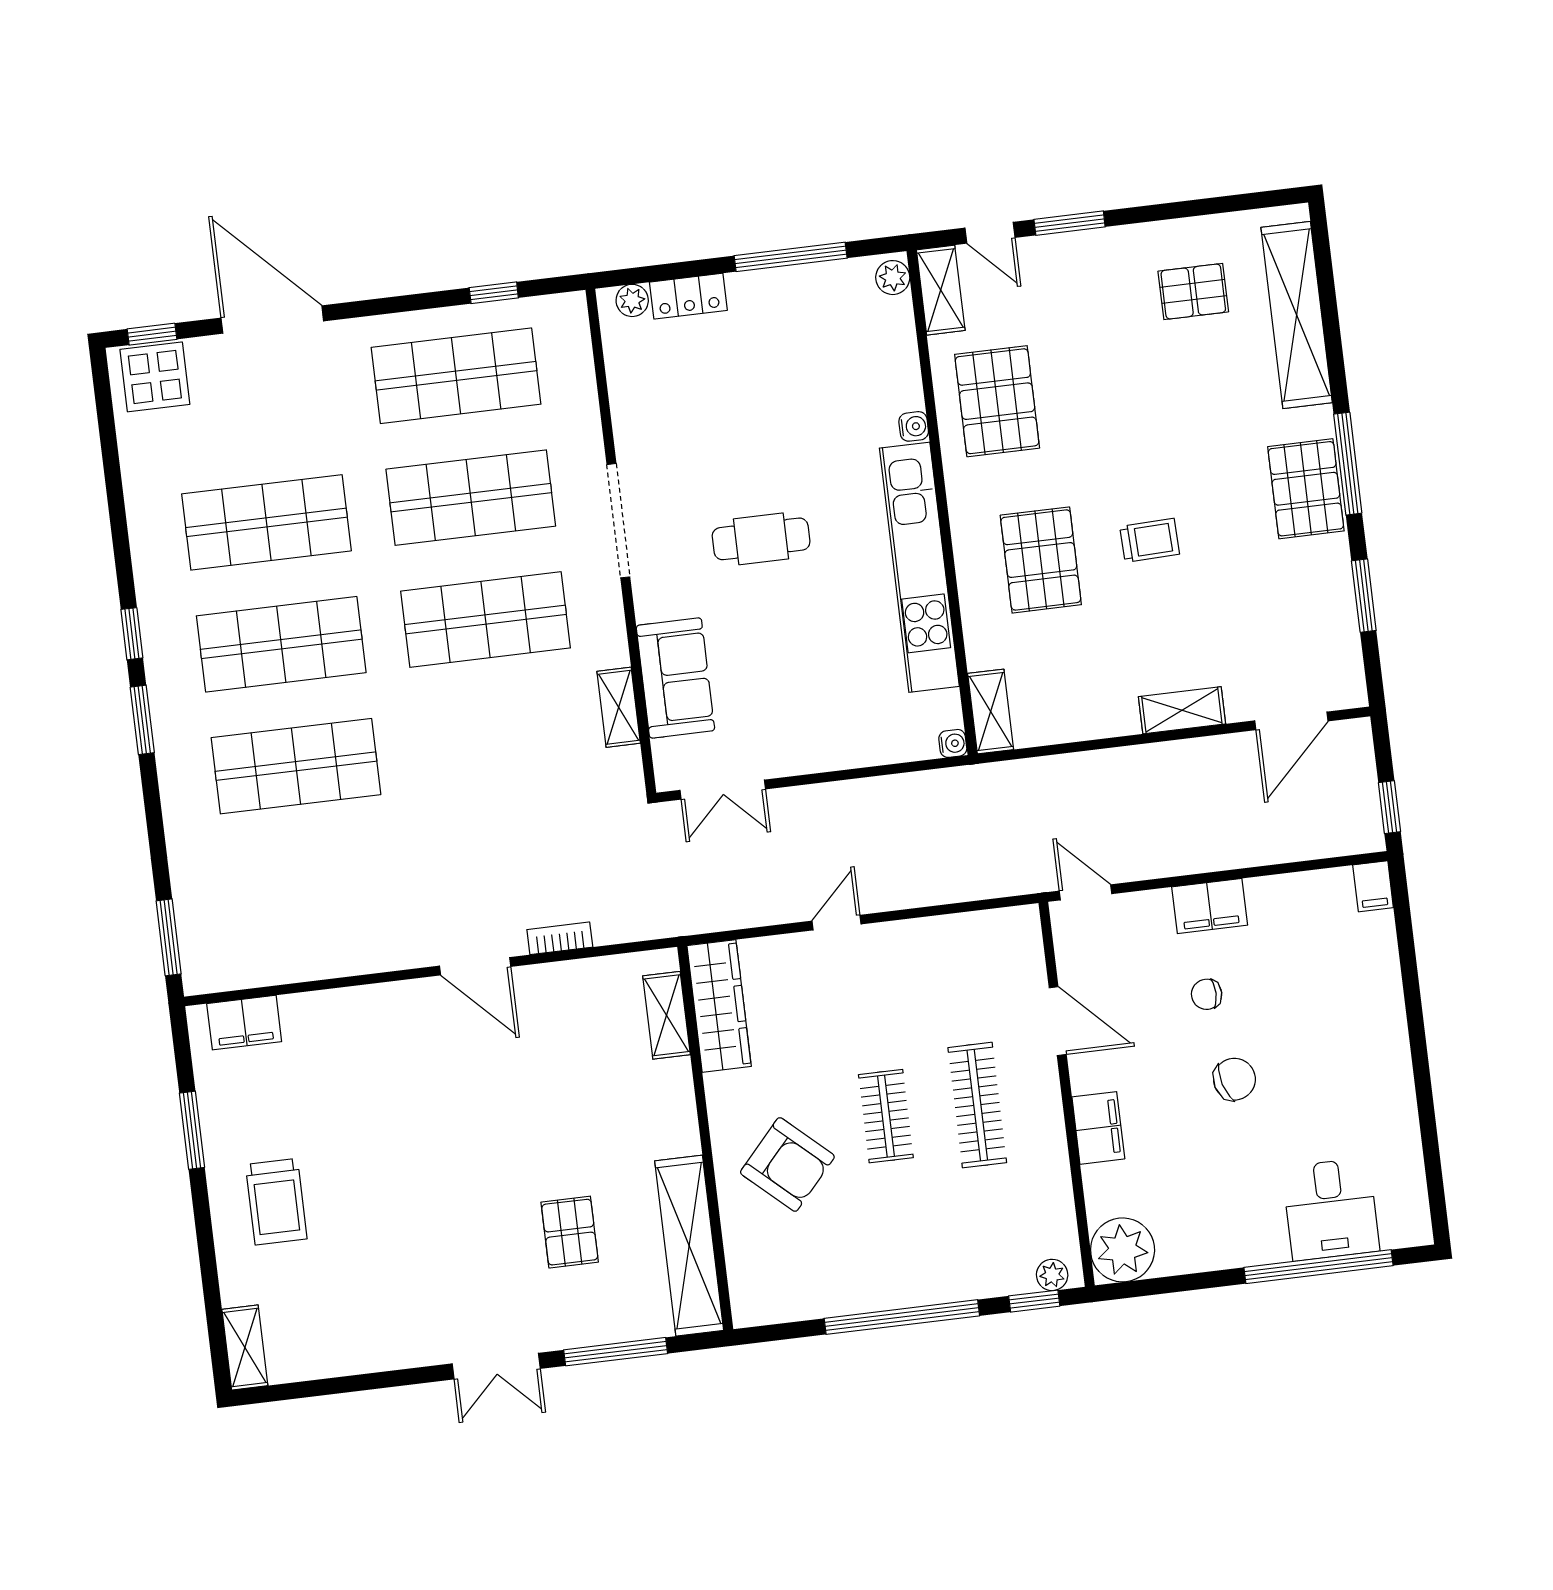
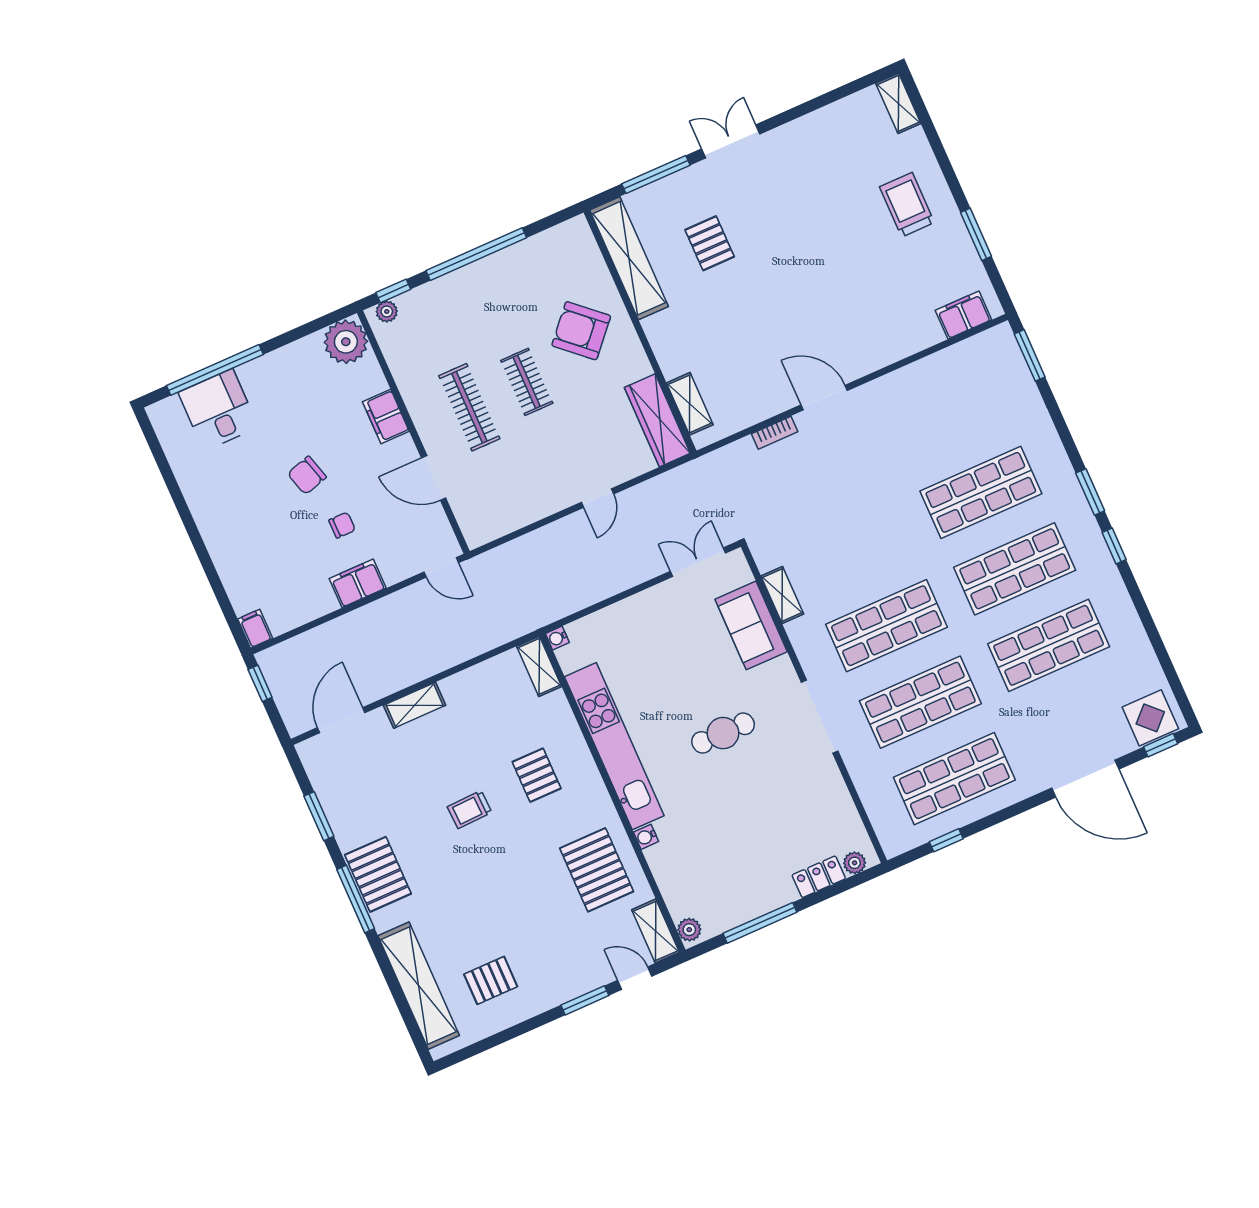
pallet: (1041, 560) -> (537, 775), width x0.67, depth x0.71

